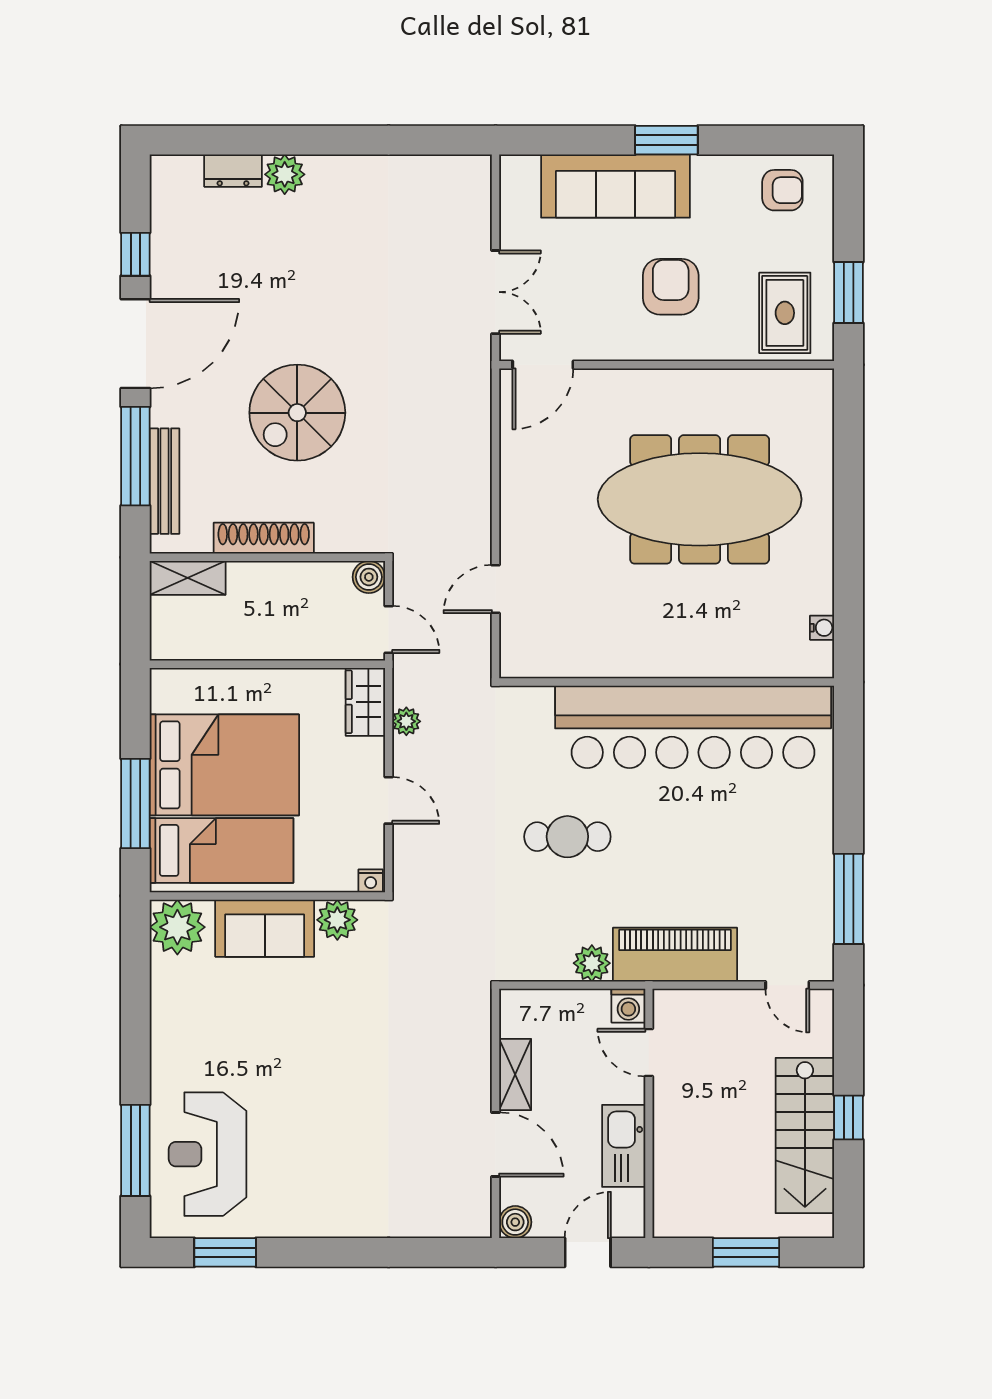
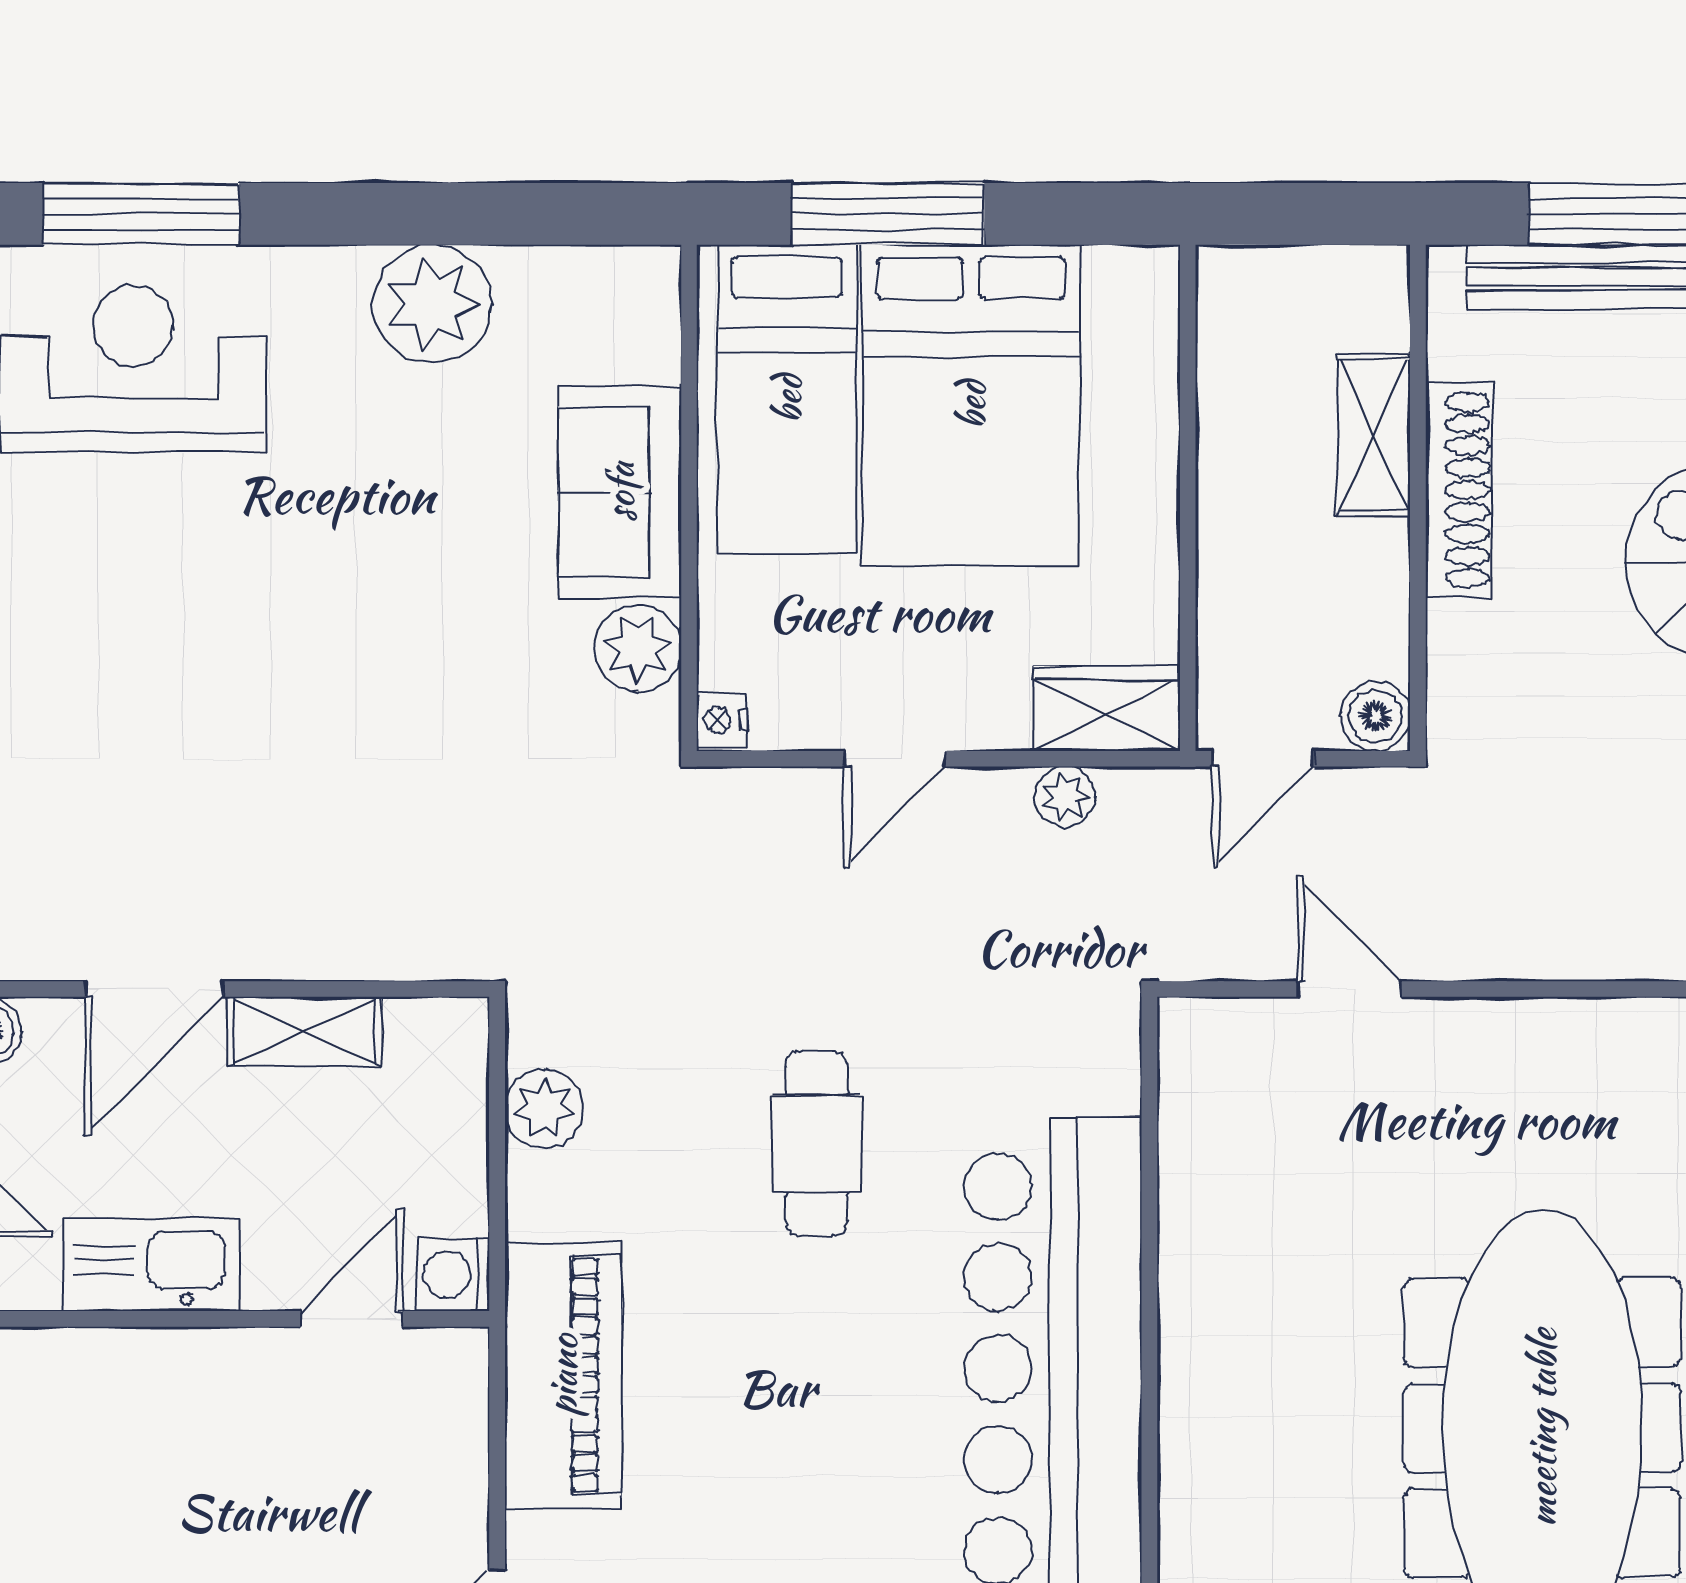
shelving: (188, 578) -> (1374, 435), moved
plant: (177, 927) -> (433, 304), moved
plant: (592, 963) -> (544, 1108), moved

